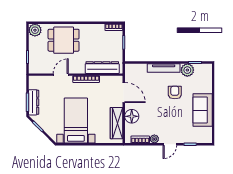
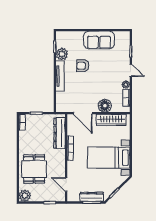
door: (61, 75) -> (66, 185), moved
door: (124, 93) -> (83, 113), swing flipped

